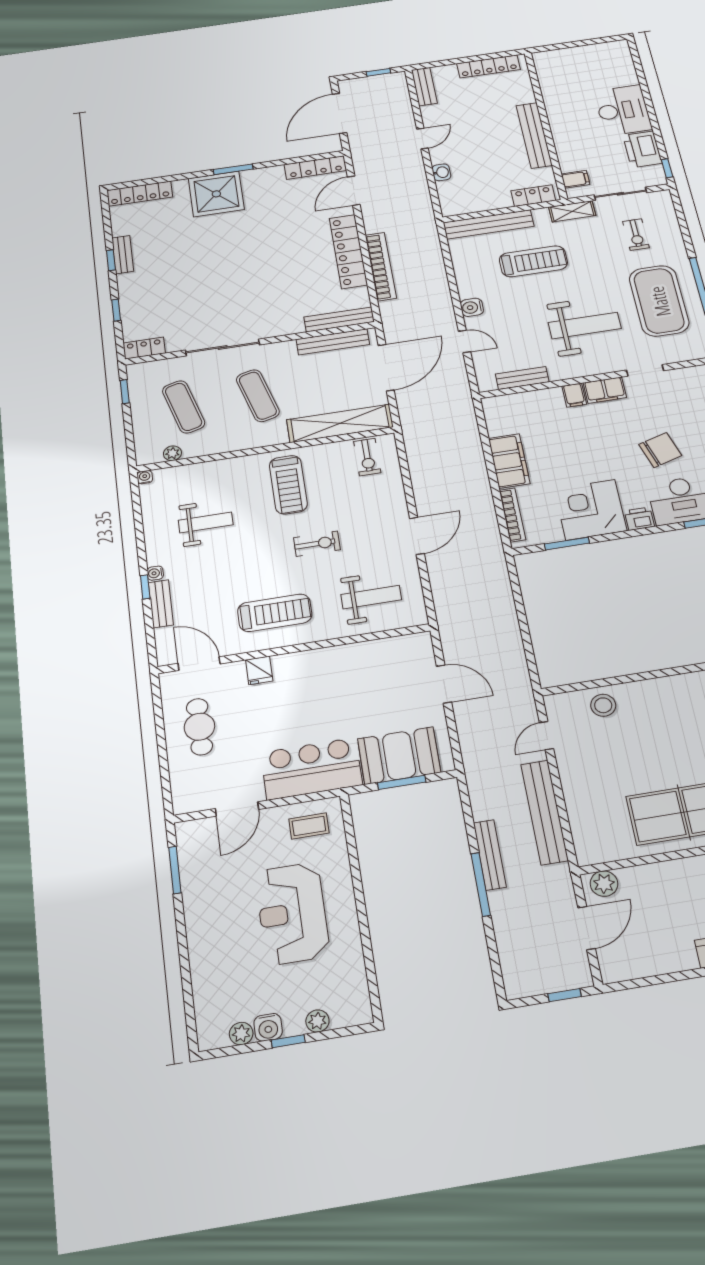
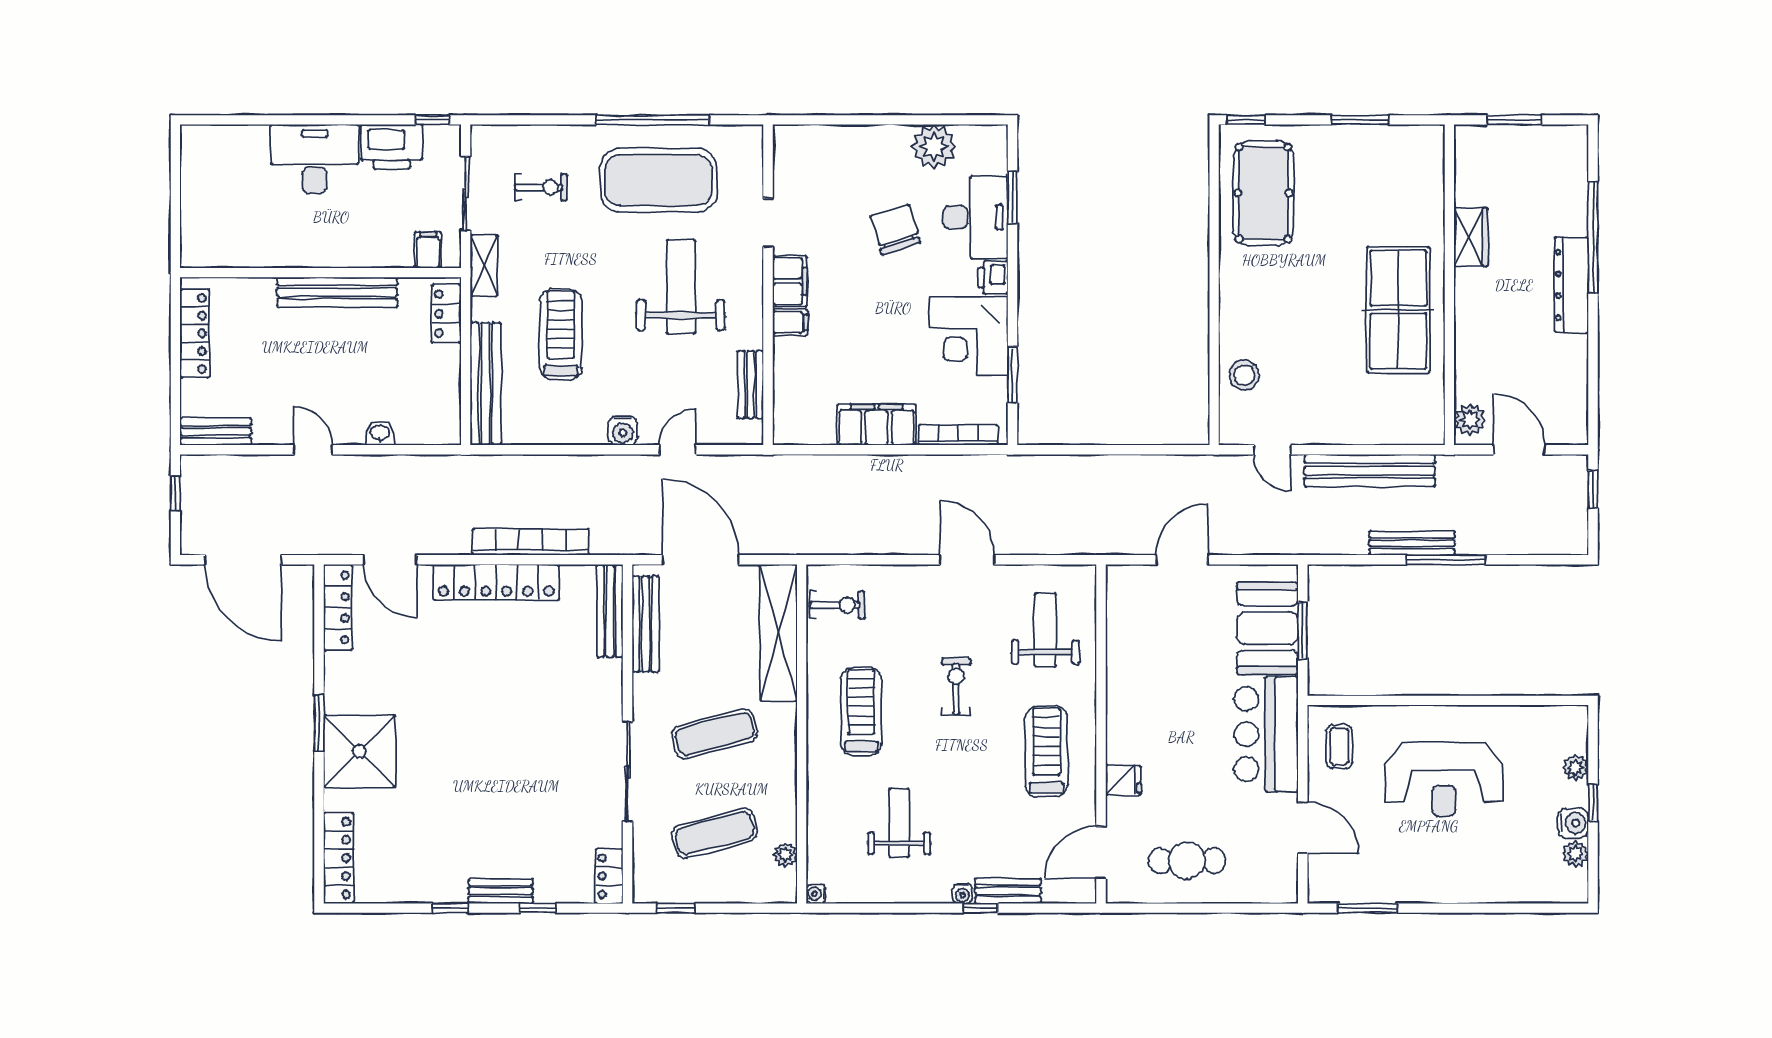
bench: (123, 255) -> (501, 891), moved
treadmill: (288, 485) -> (861, 711), turned -90

